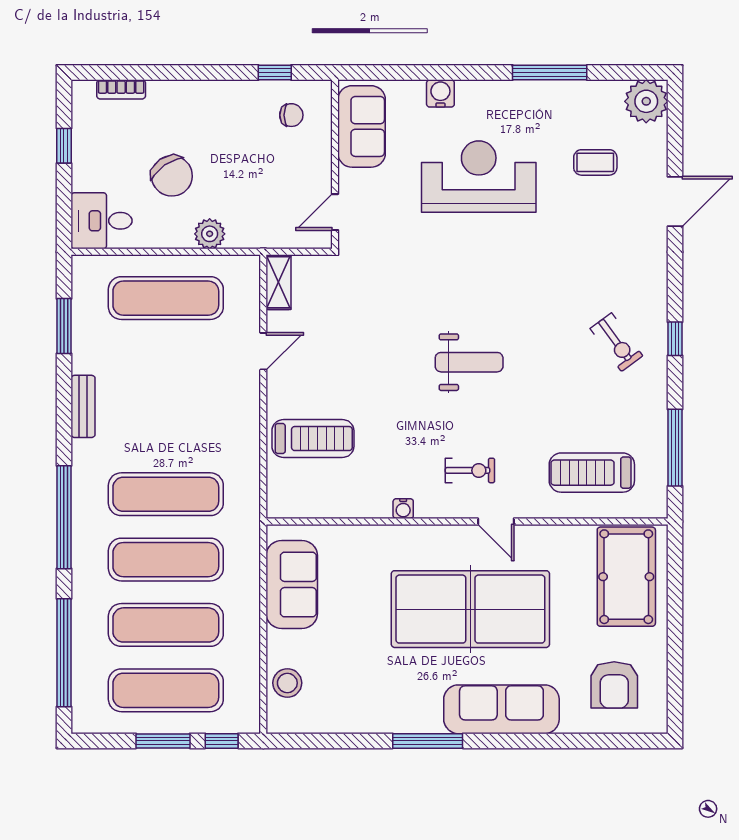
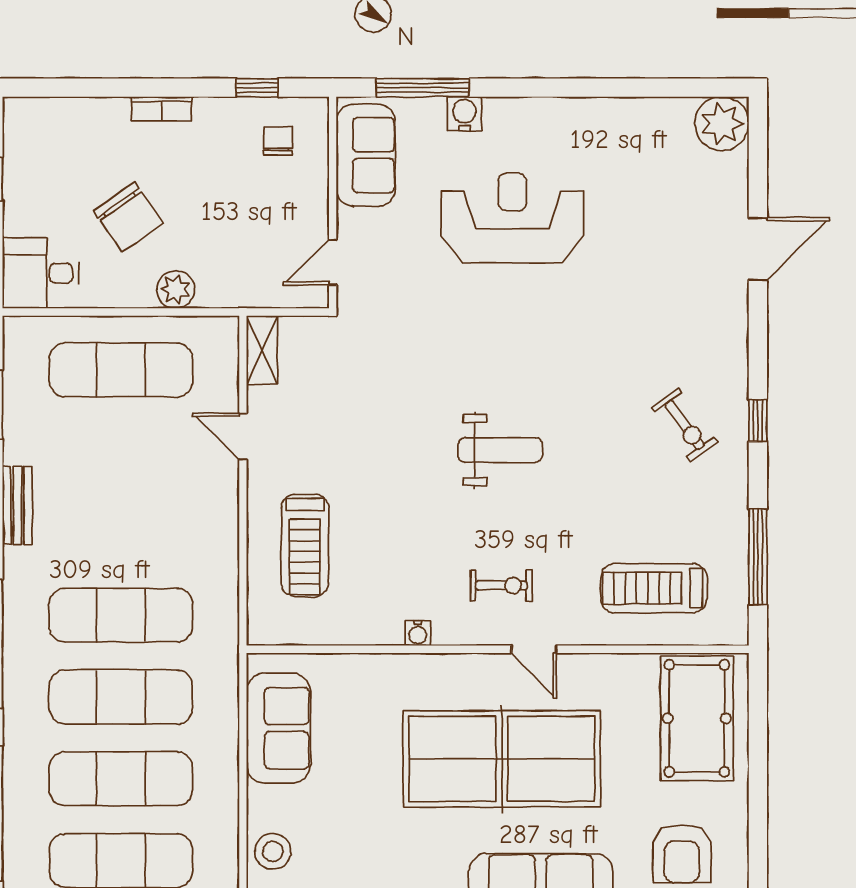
window: (550, 73) -> (423, 88), moved
bookcase: (121, 89) -> (162, 109), moved
chair: (291, 115) -> (278, 141), turned -90
coffee table: (595, 162) -> (658, 200), removed
door: (263, 351) -> (243, 436), swing flipped
treadmill: (313, 439) -> (305, 546), turned 90

